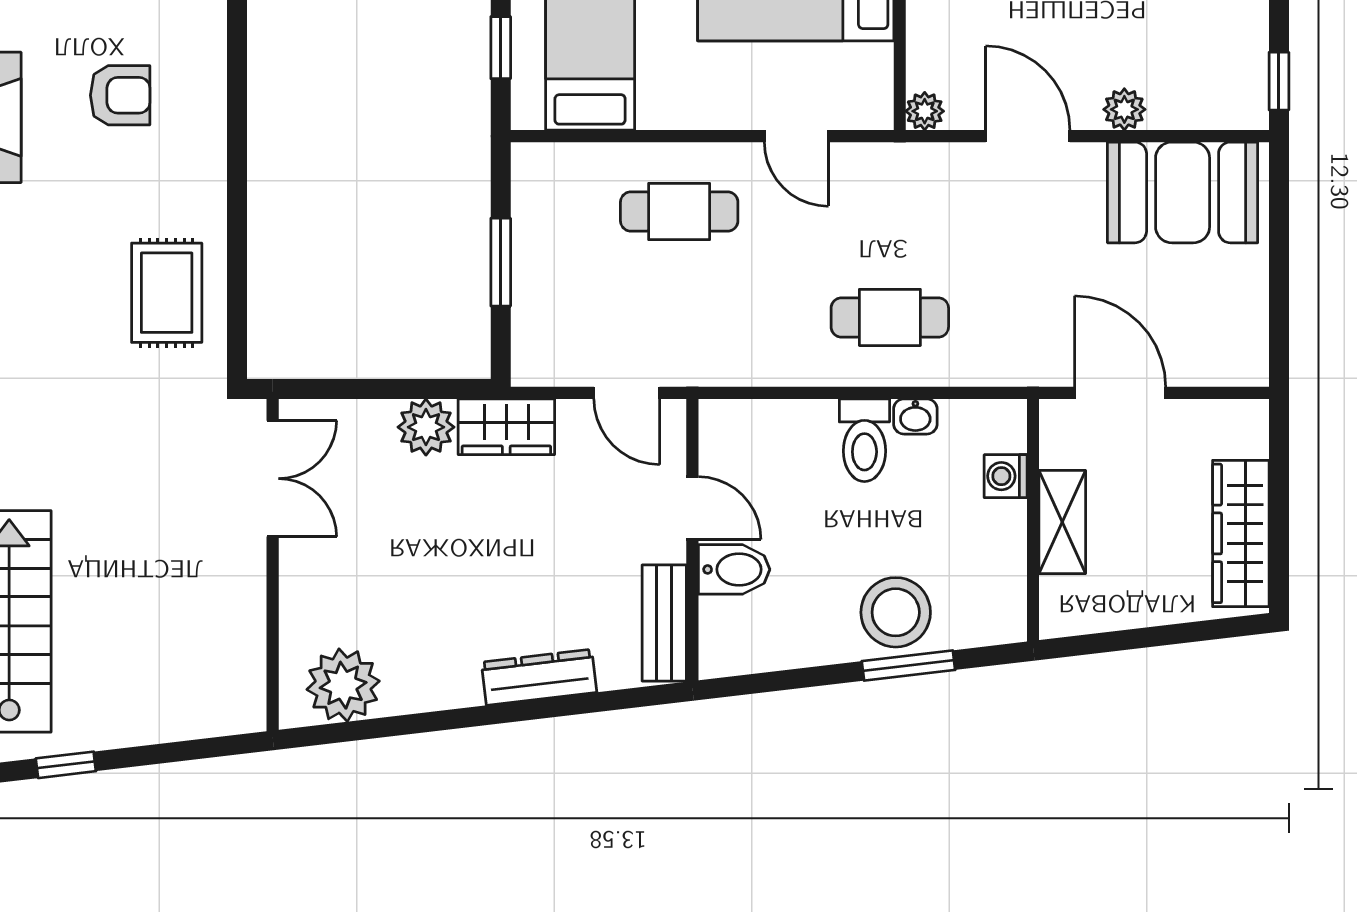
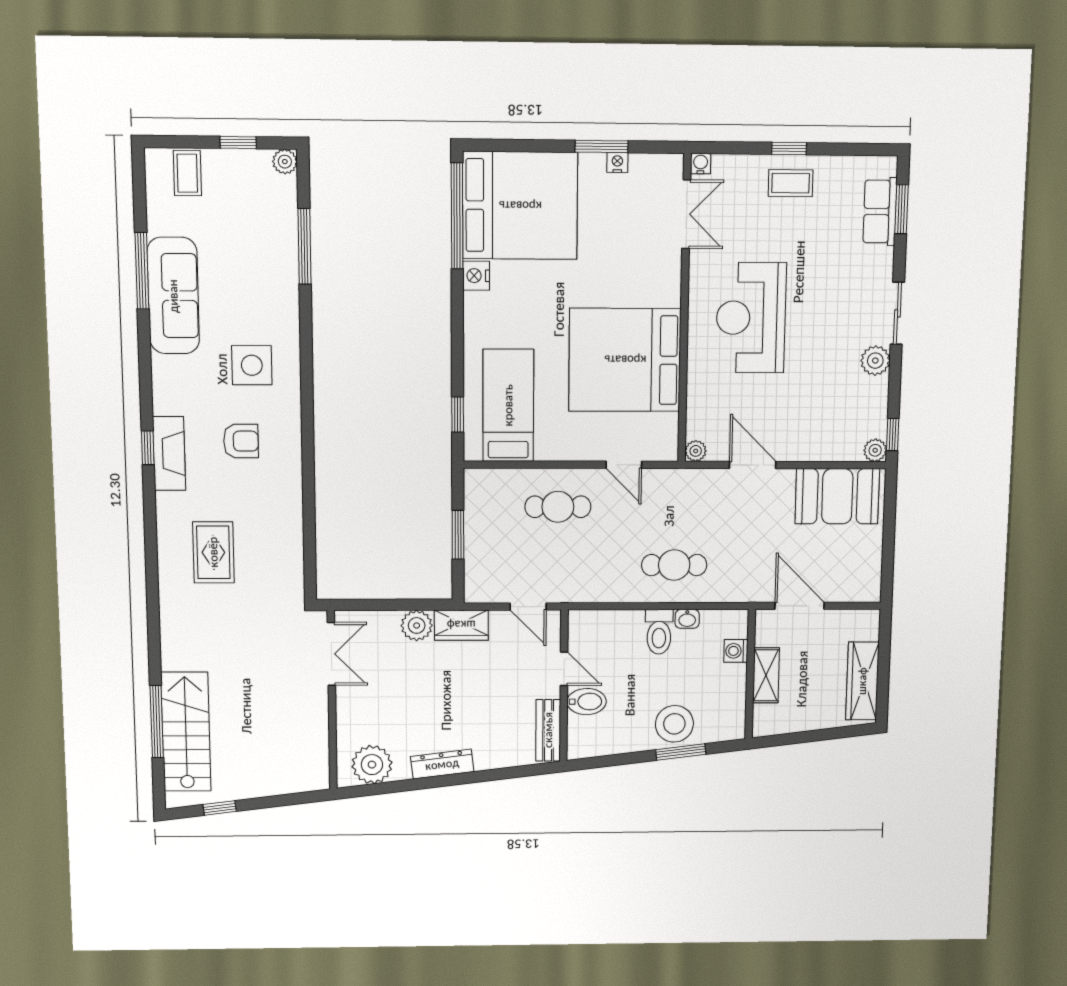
plant: (1124, 109) -> (875, 450), moved
rug: (167, 293) -> (213, 552), moved
dresser: (539, 677) -> (442, 764), moved

